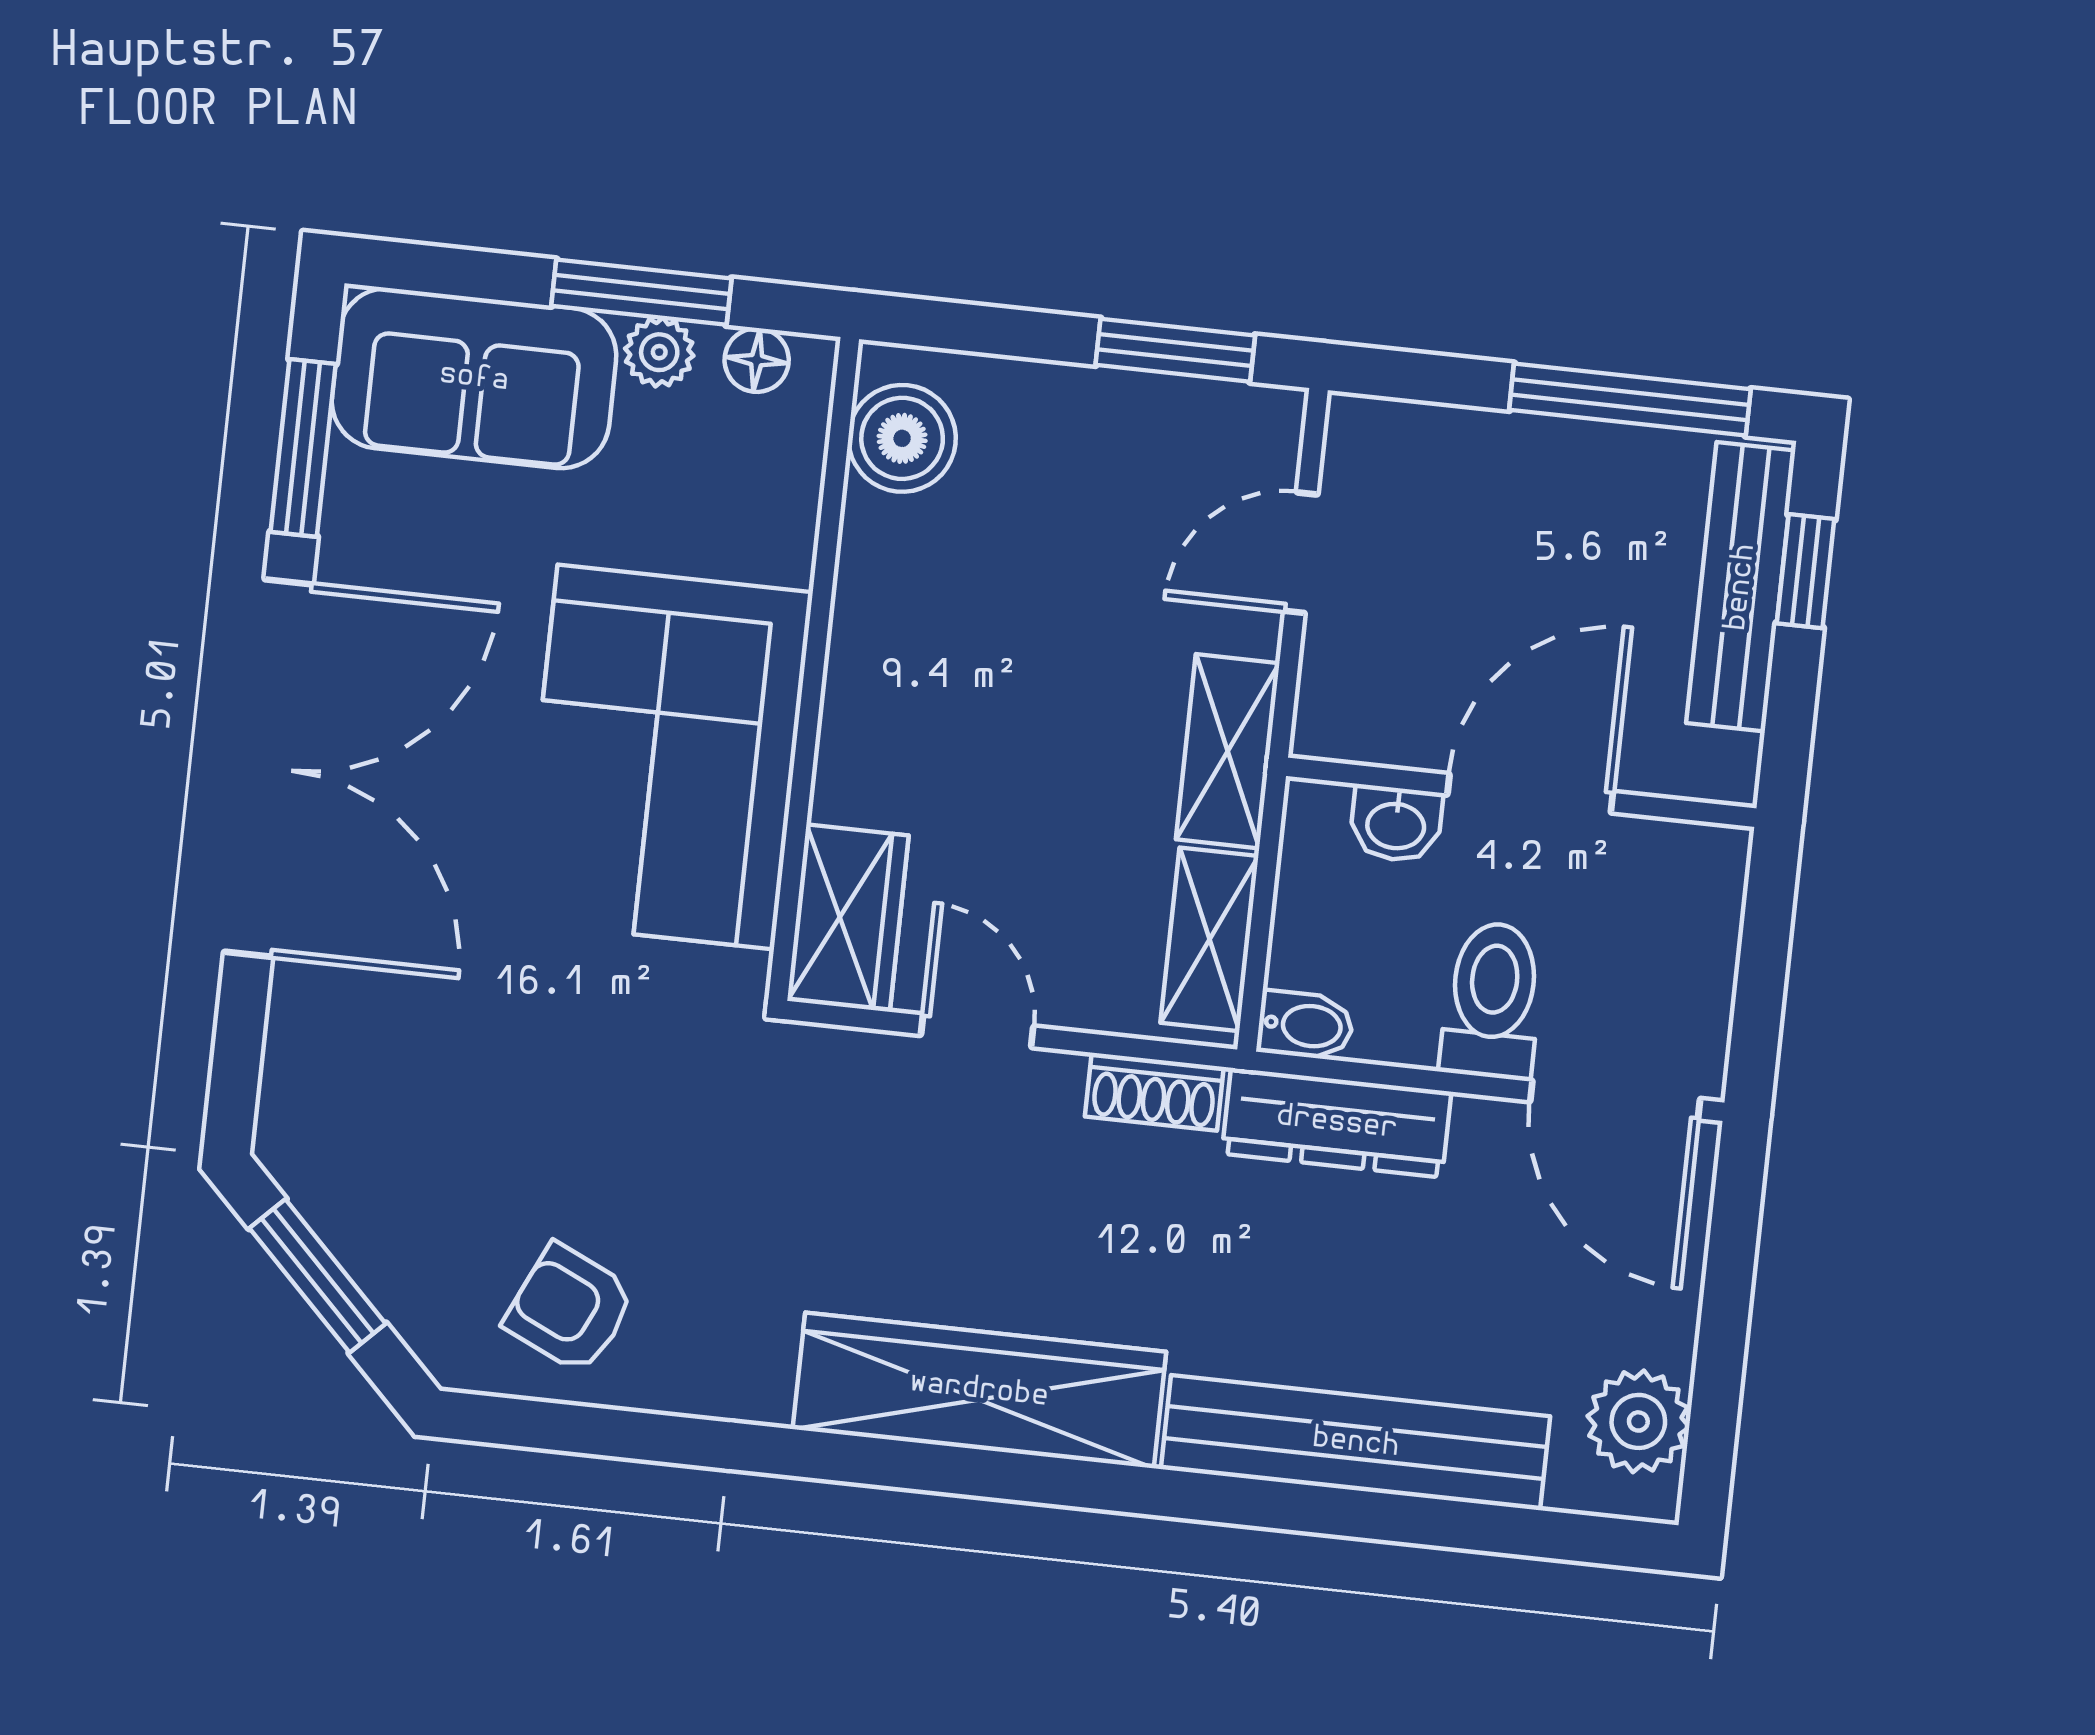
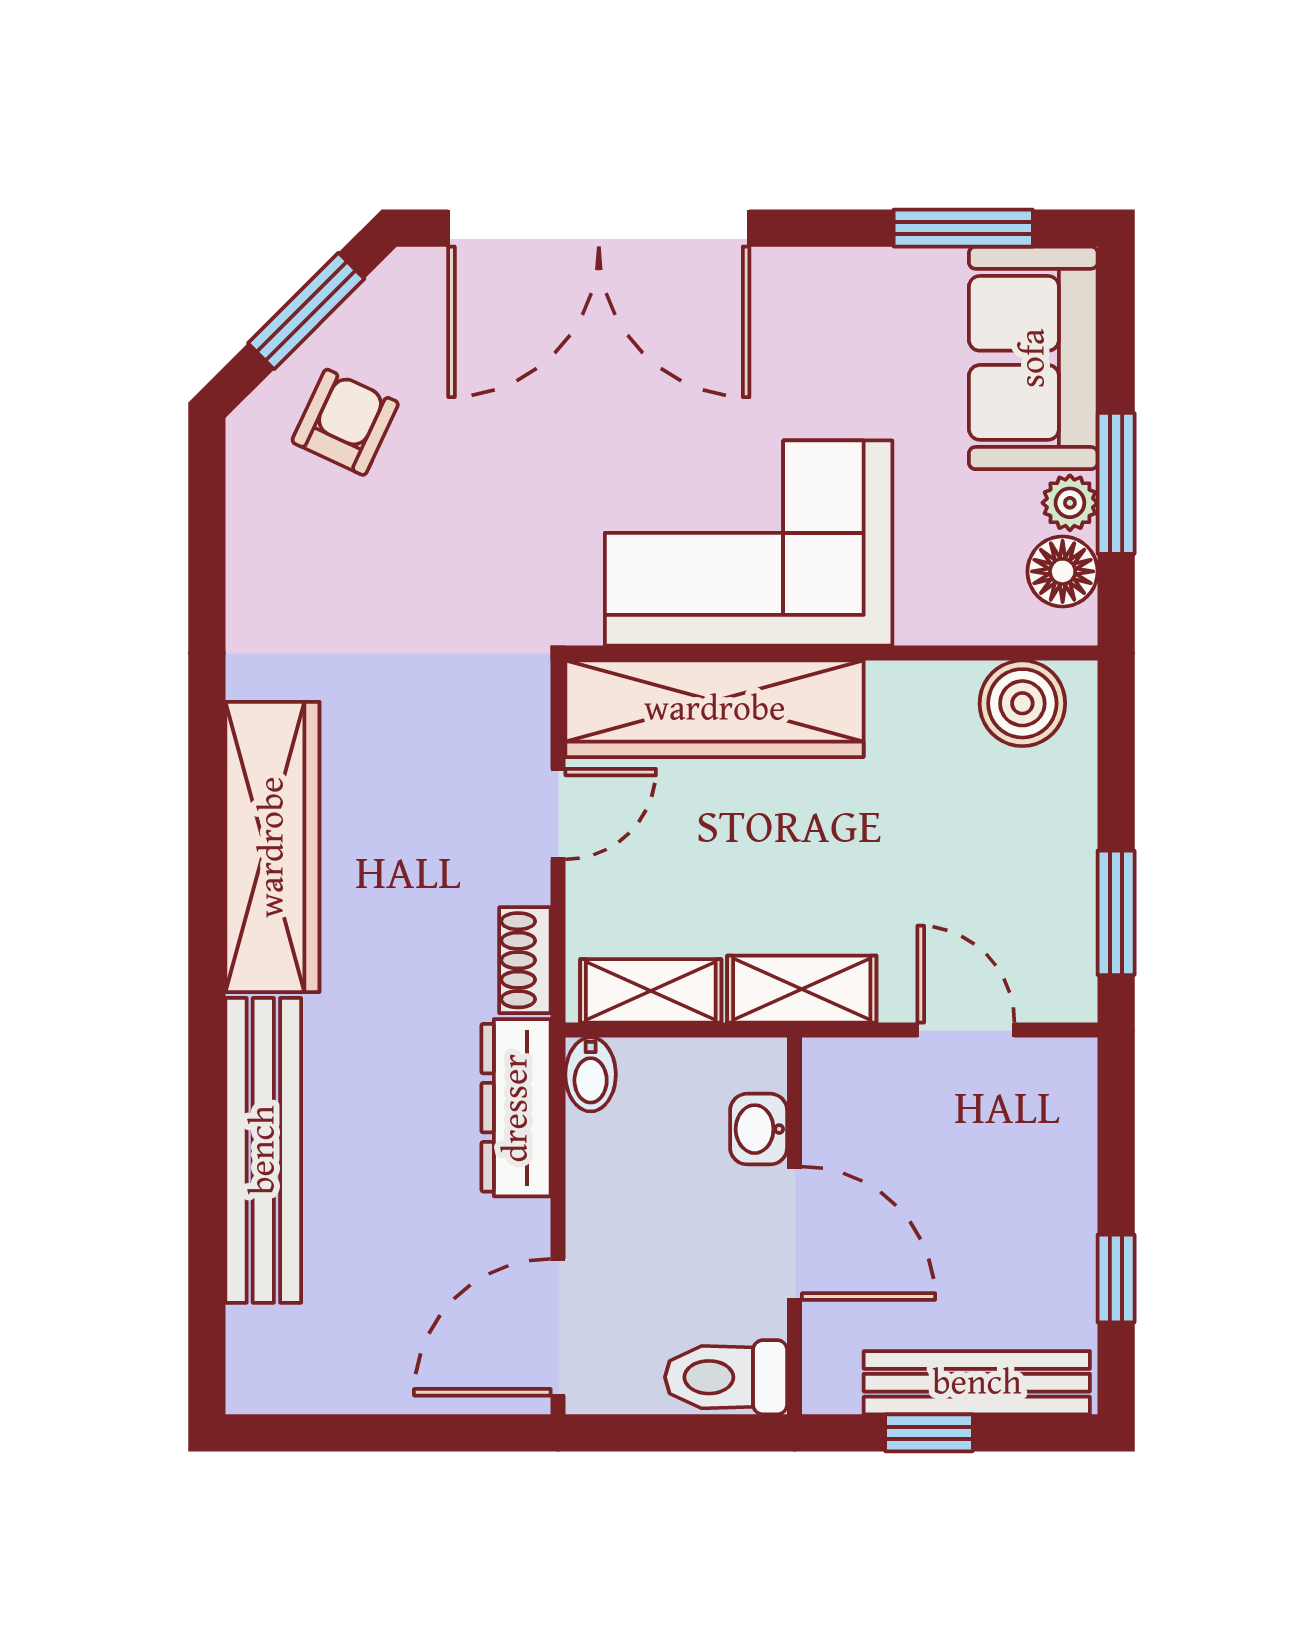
floor lamp: (757, 360) -> (1063, 571), width x1.37, depth x1.37
window: (1630, 400) -> (1116, 1278), width x0.46
window: (1806, 571) -> (929, 1433), moved
double door: (268, 768) -> (599, 228), moved
wardrobe: (848, 918) -> (715, 709), width x2.10, depth x1.17
toilet: (1492, 1000) -> (726, 1377), moved, turned 180
armchair: (570, 1309) -> (345, 422), moved
plant: (1638, 1421) -> (305, 1373), removed

